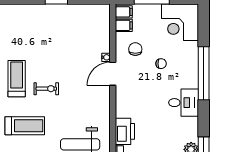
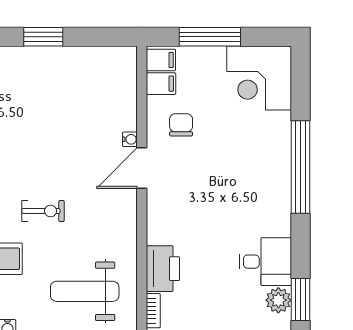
chair: (161, 64) -> (226, 150), removed
exercise bike: (46, 89) -> (43, 211), moved
desk: (184, 103) -> (265, 262), moved

